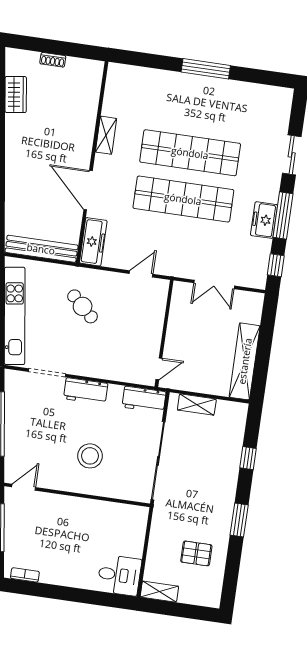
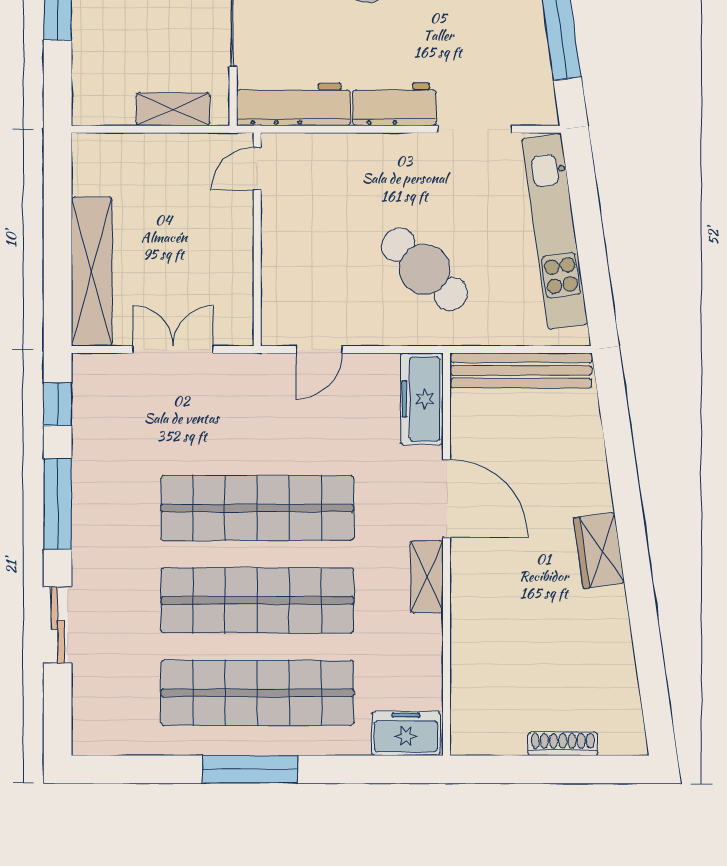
shoe rack: (53, 60) -> (563, 744), width x1.43
wardrobe: (16, 94) -> (599, 550), moved
shop shelf: (197, 107) -> (257, 693), added
shelving: (106, 135) -> (427, 577), moved
freezer: (264, 220) -> (406, 733), moved, turned -90
cafe table: (83, 306) -> (424, 269), width x1.37, depth x1.35
shelving: (245, 361) -> (92, 271), moved
workbench: (144, 399) -> (293, 104), width x1.37

